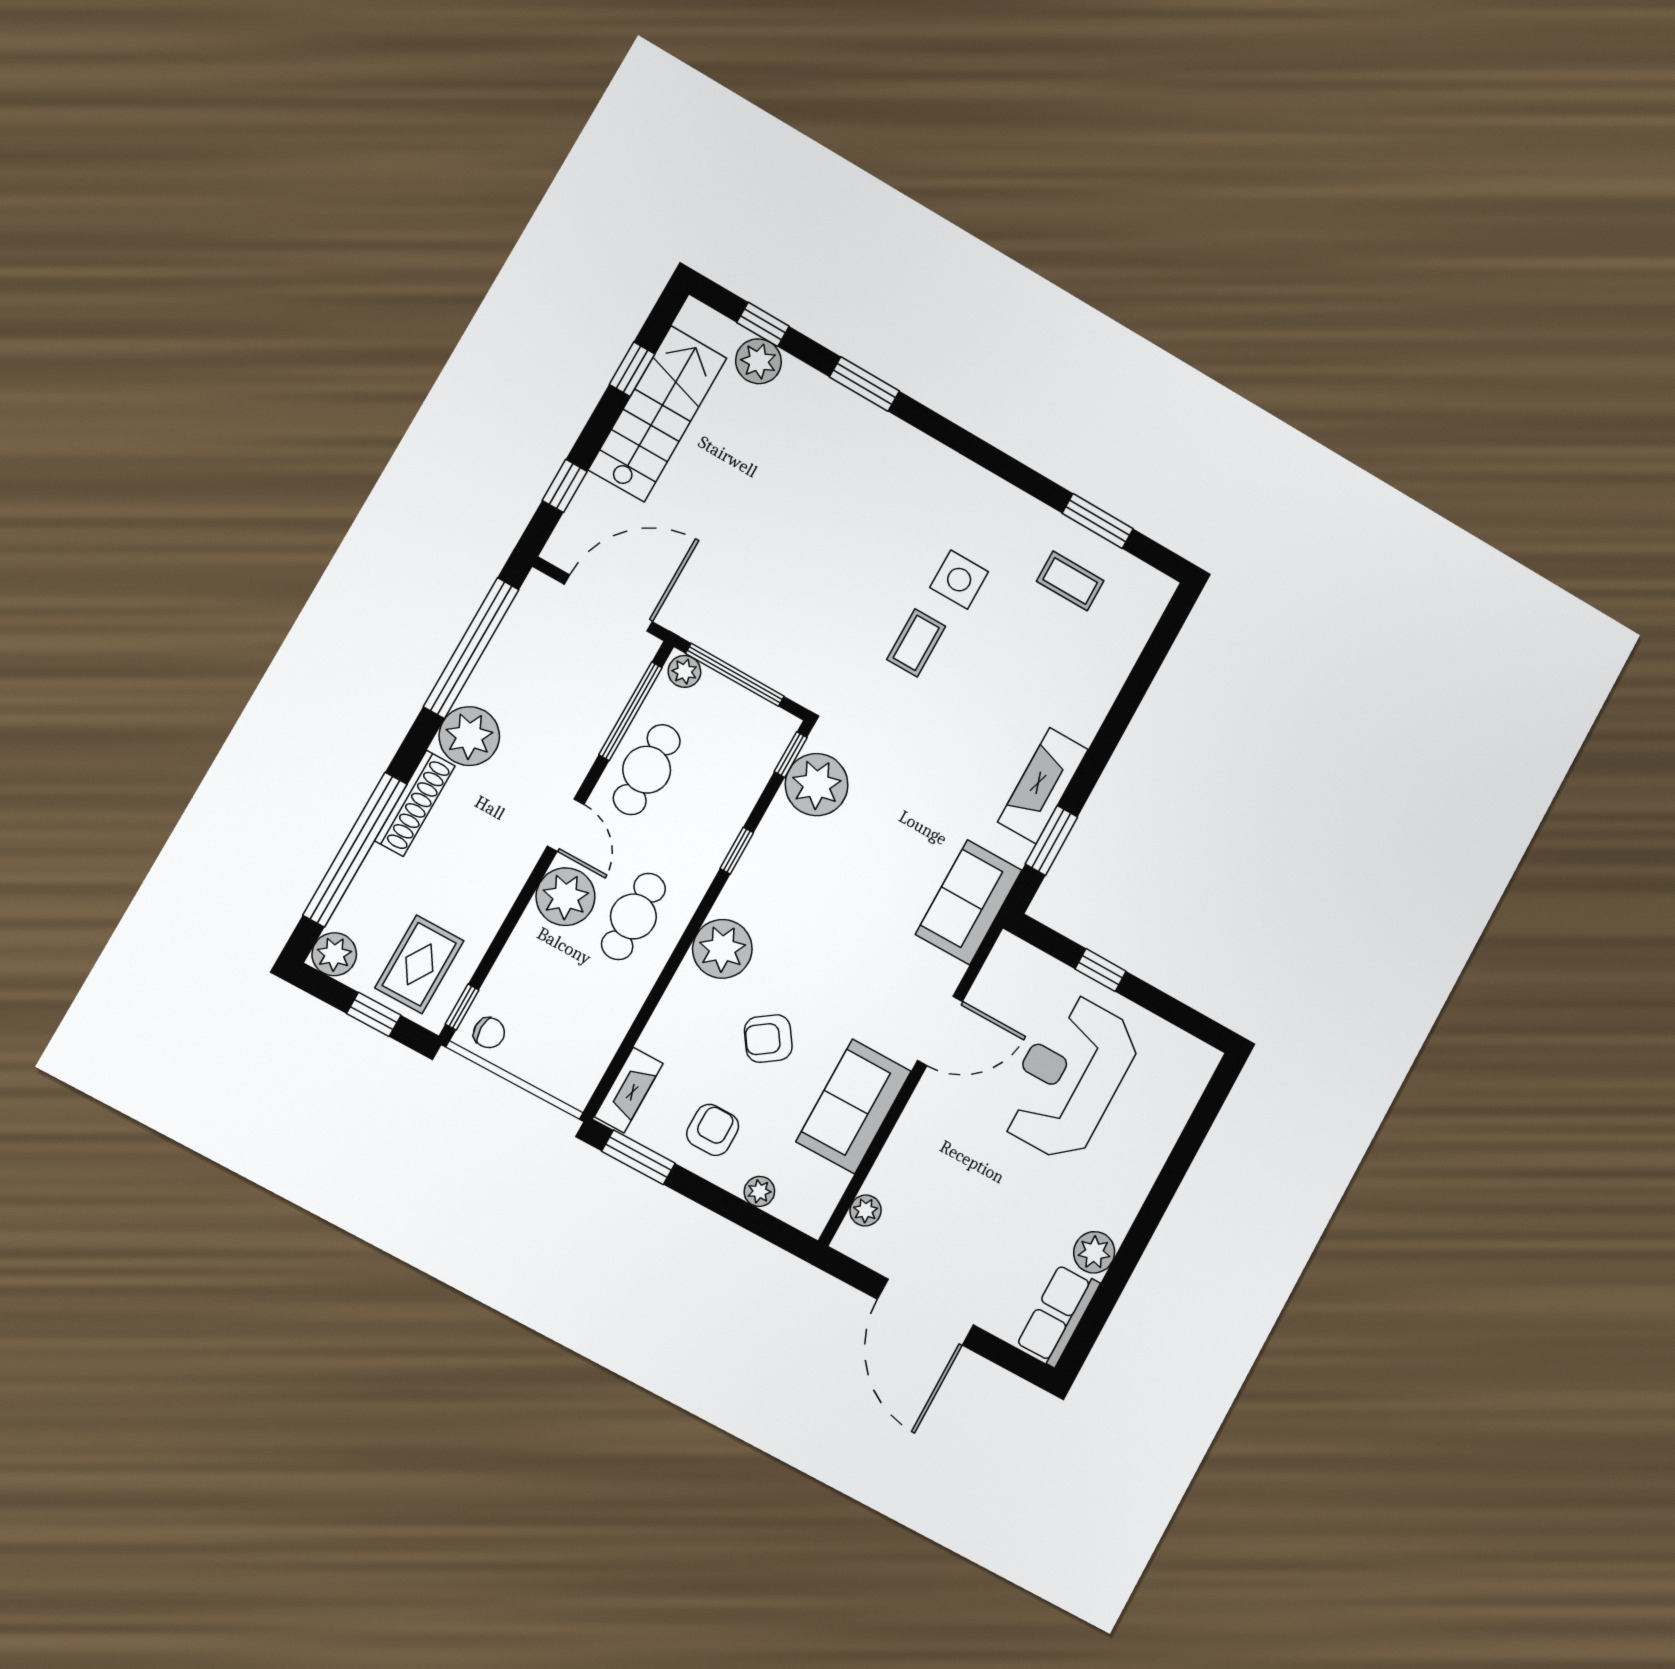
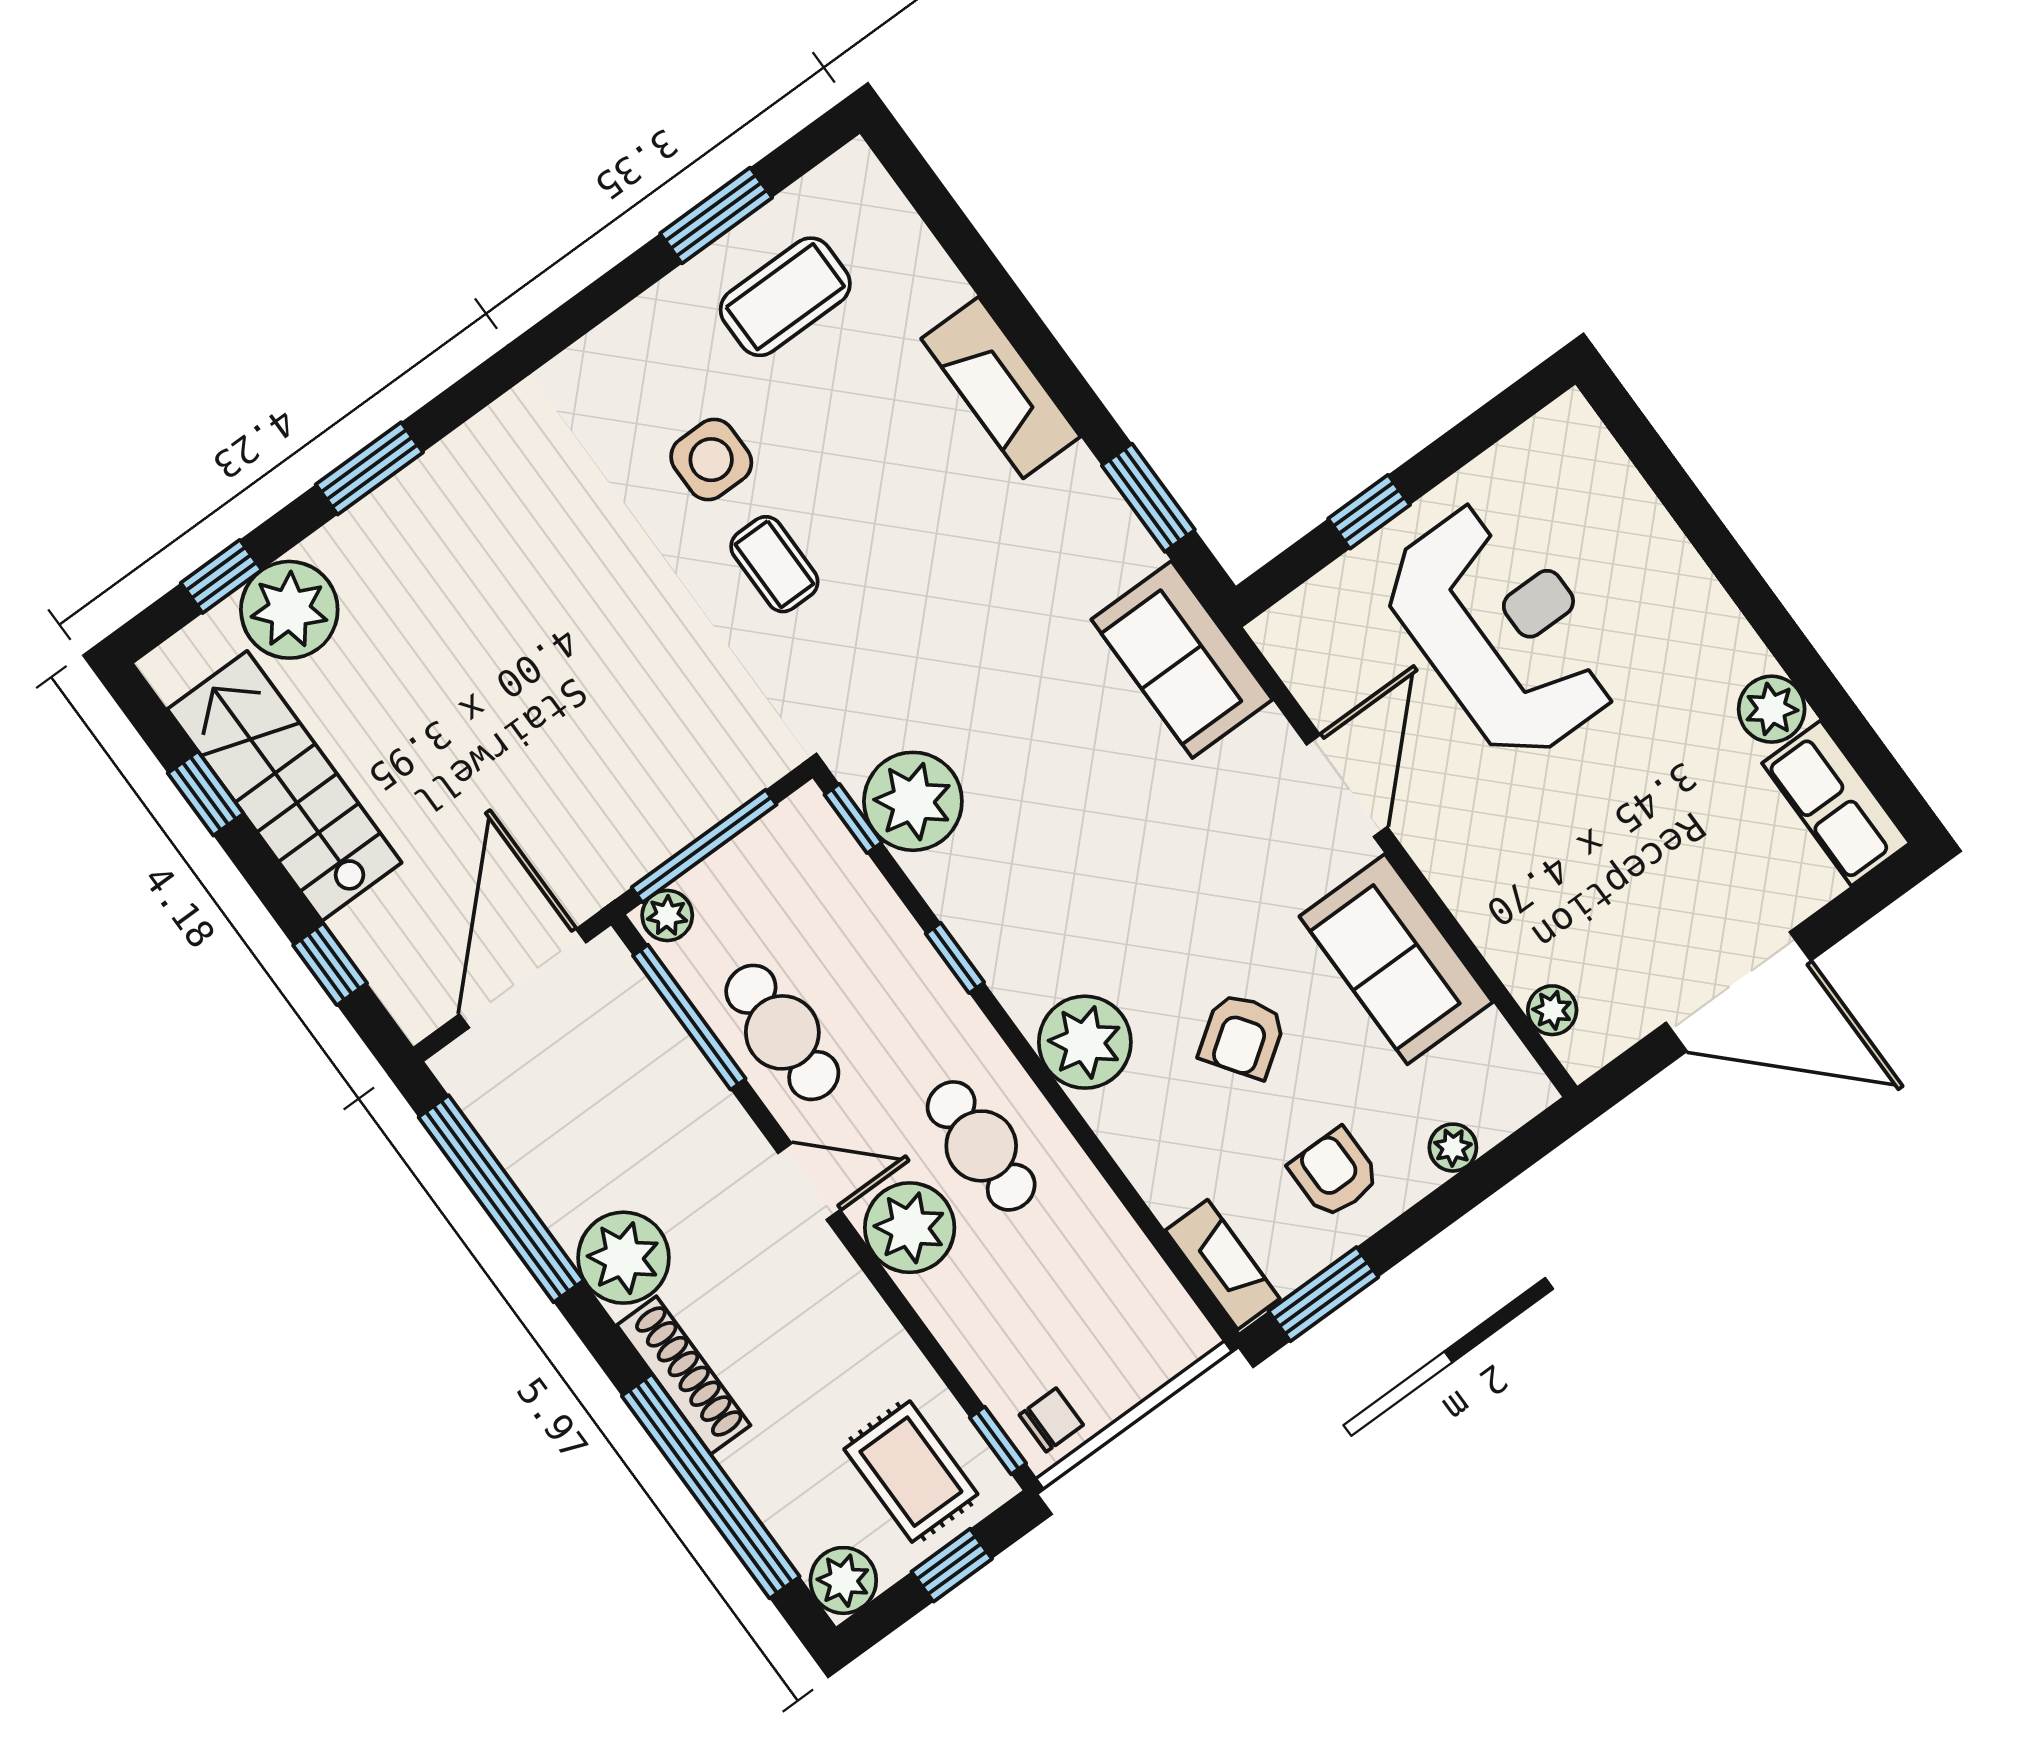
plant: (759, 361) -> (289, 610), width x1.36, depth x1.36
coffee table: (1070, 581) -> (785, 297), width x1.36, depth x1.30
fireplace: (1043, 786) -> (1001, 388), moved
reception desk: (1069, 1078) -> (1502, 630), turned 180

